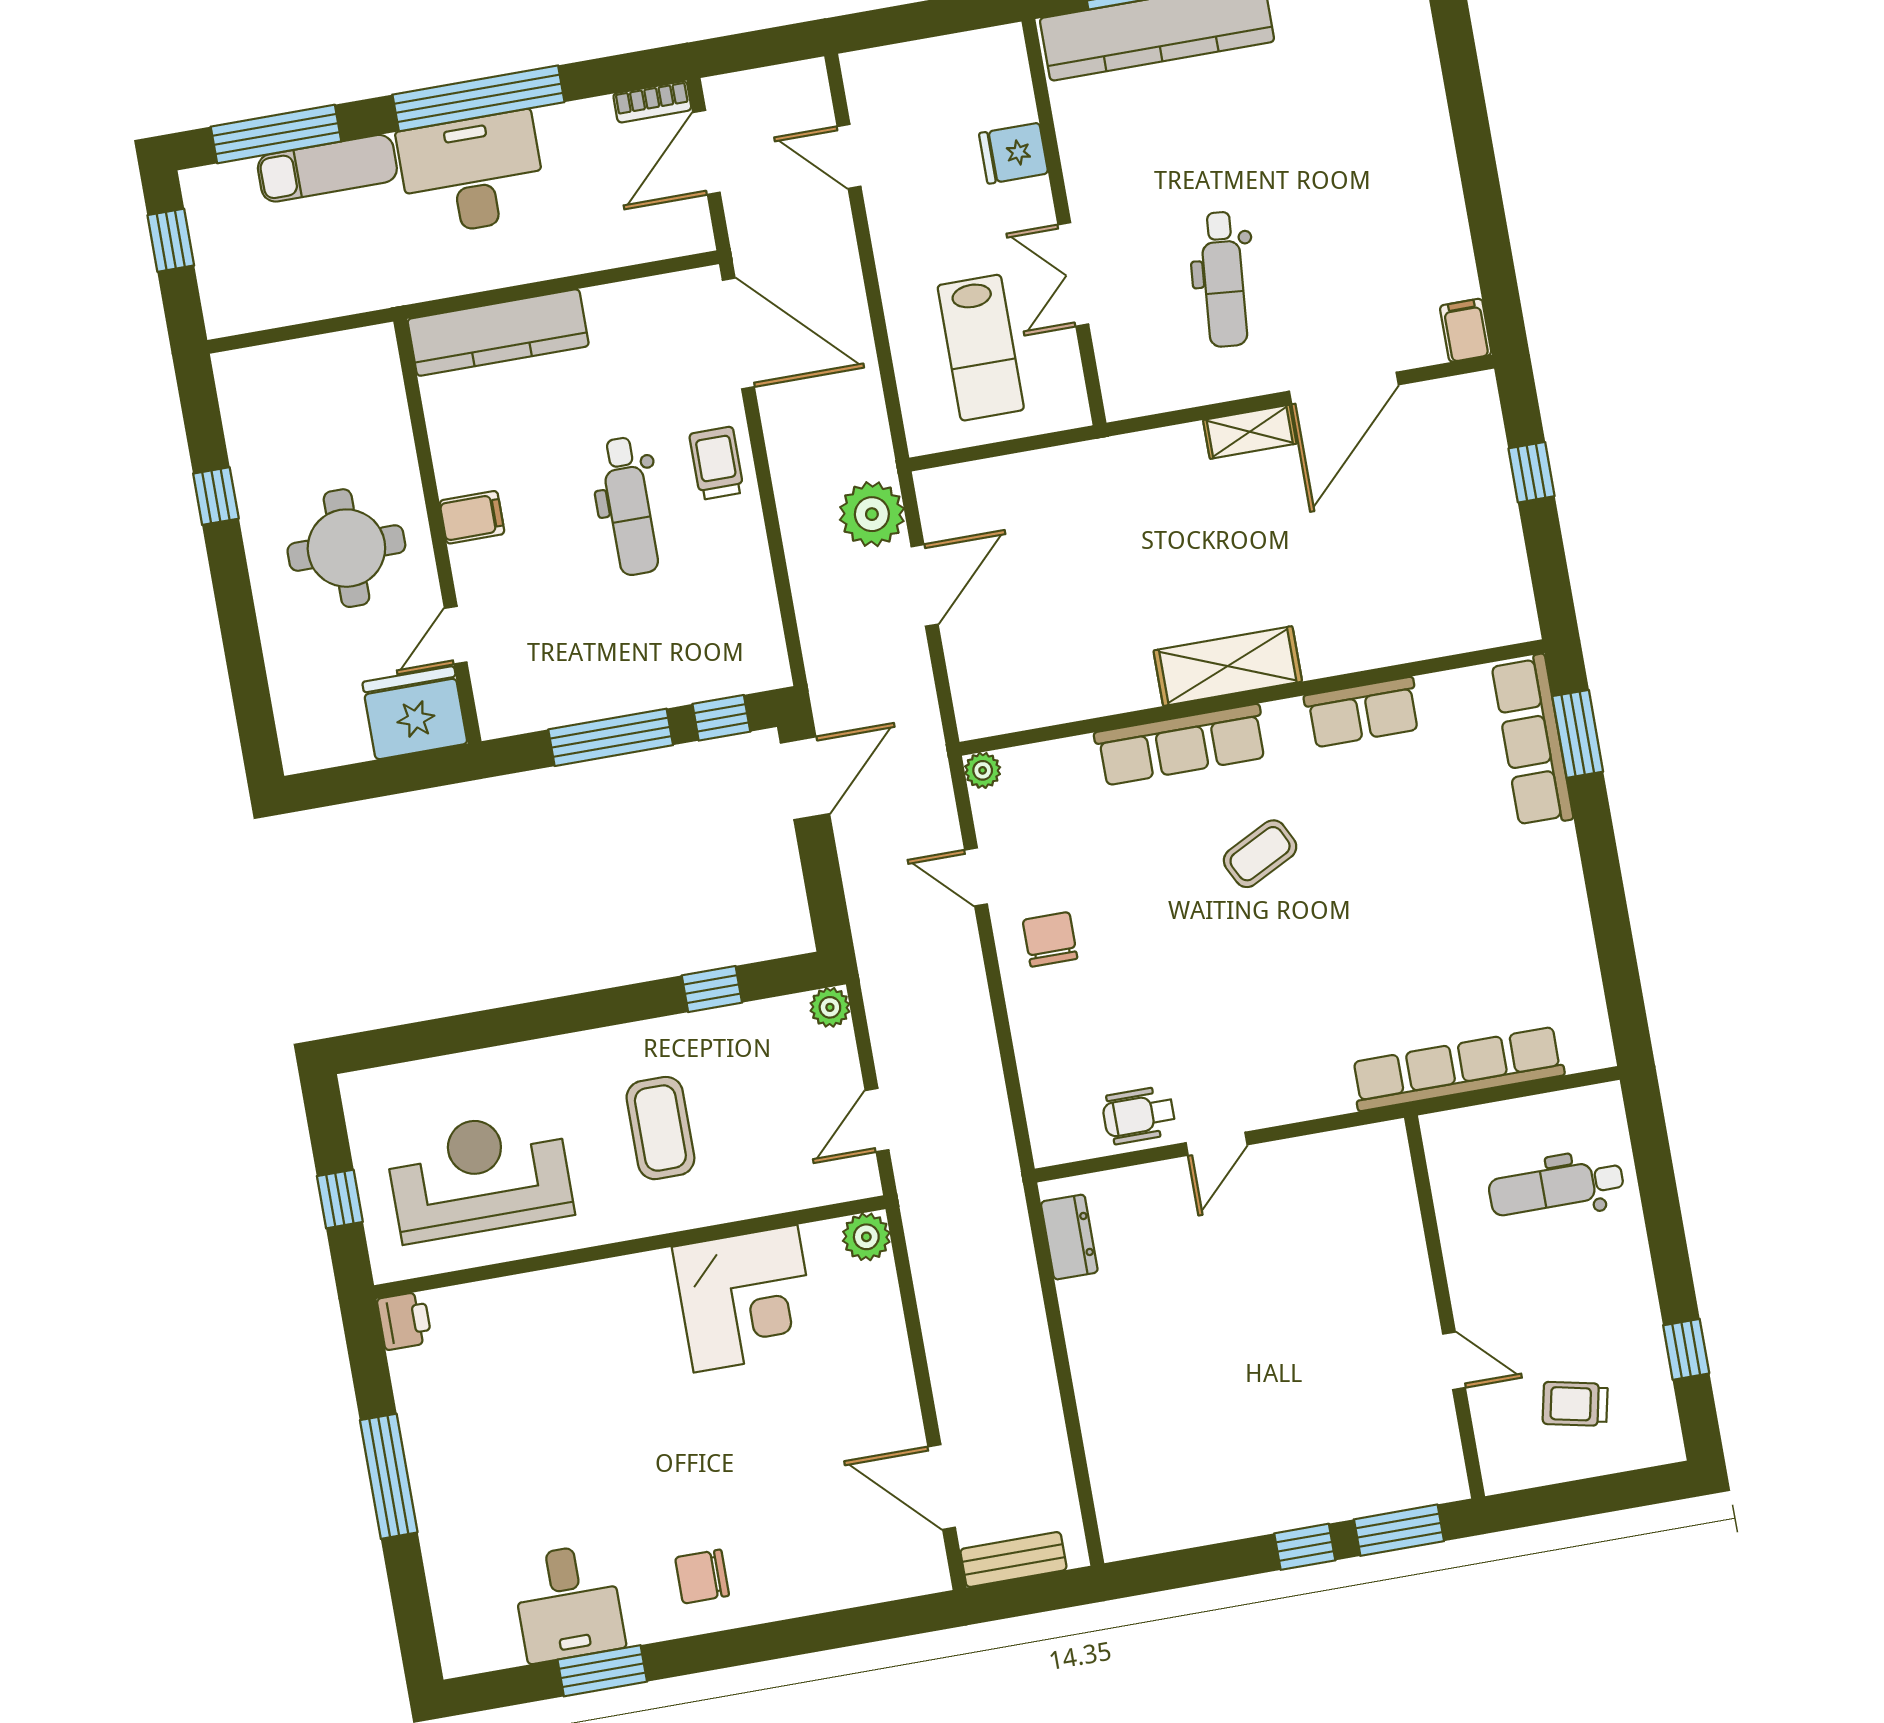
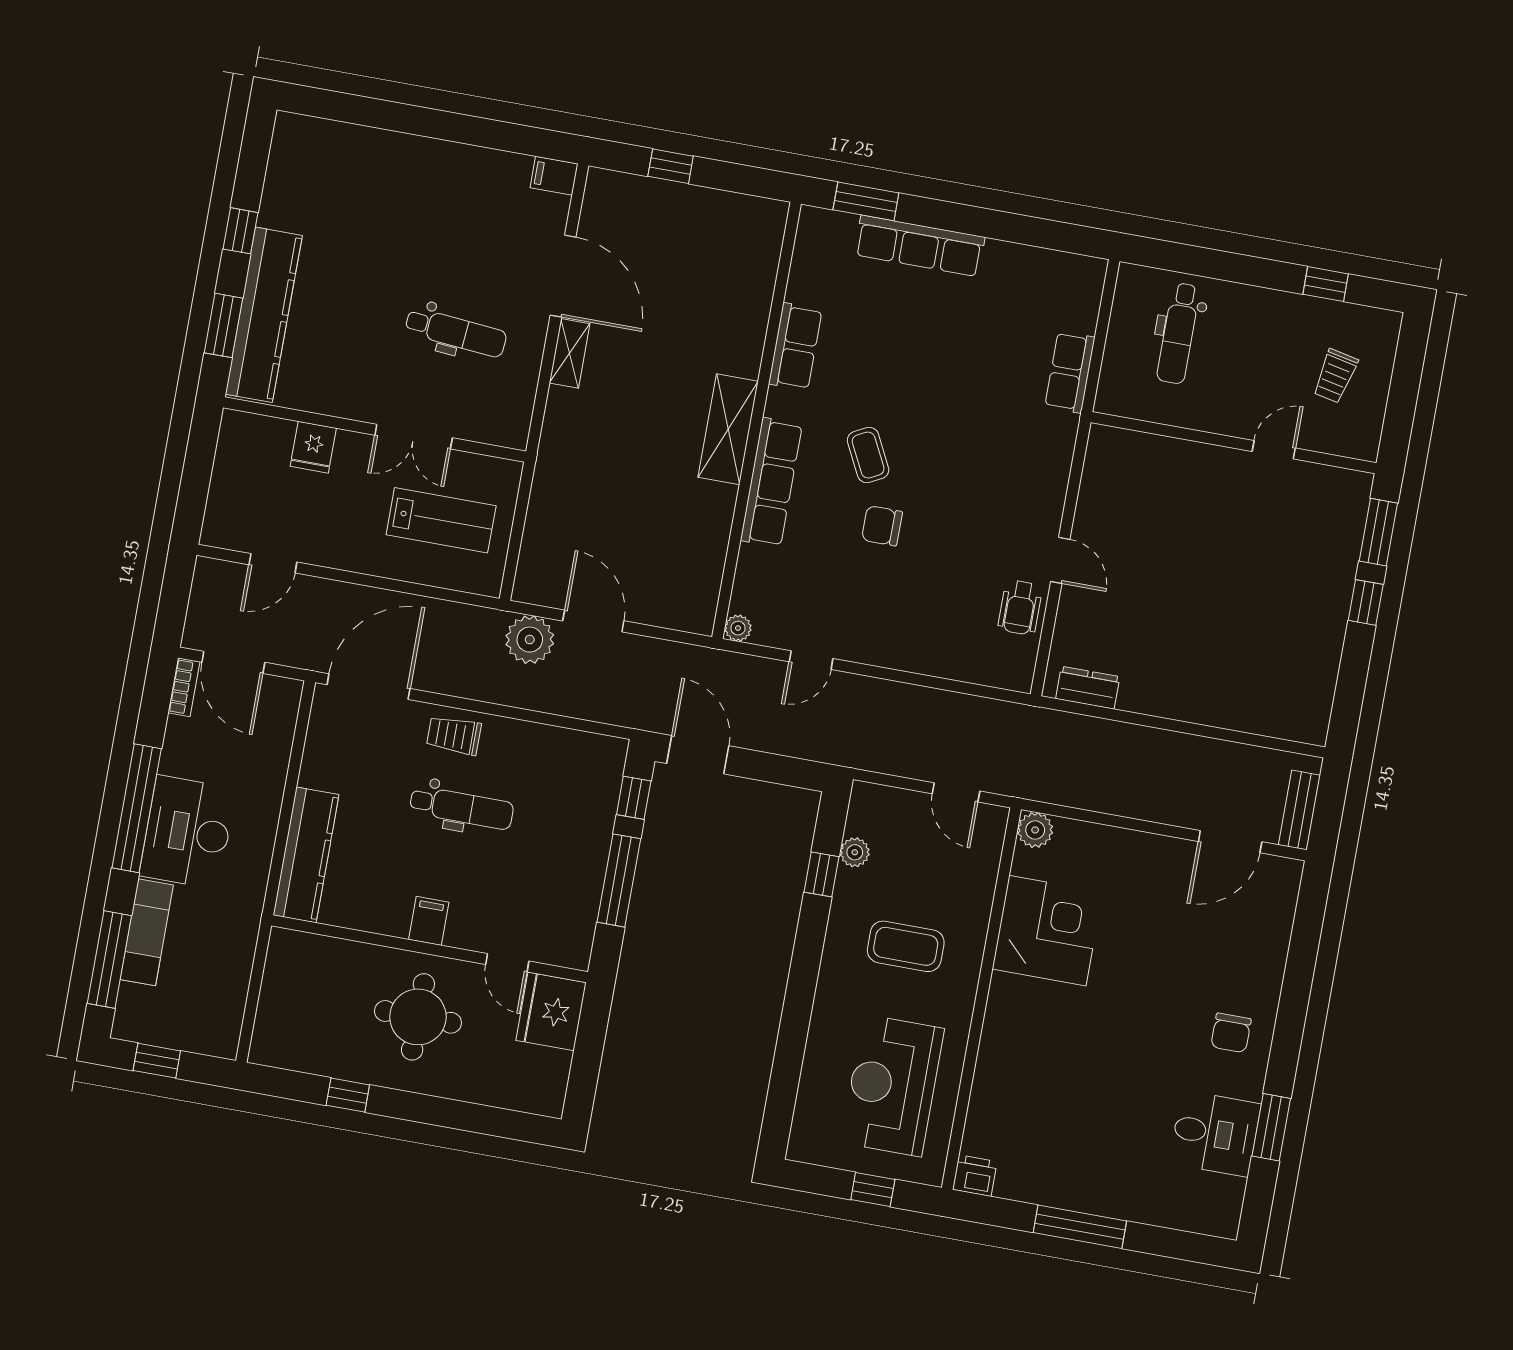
row of seats: (1532, 741) -> (920, 246), moved
chair: (1050, 939) -> (882, 526), moved
plant: (830, 1007) -> (855, 852), moved
row of seats: (1457, 1069) -> (1070, 372), width x0.50

